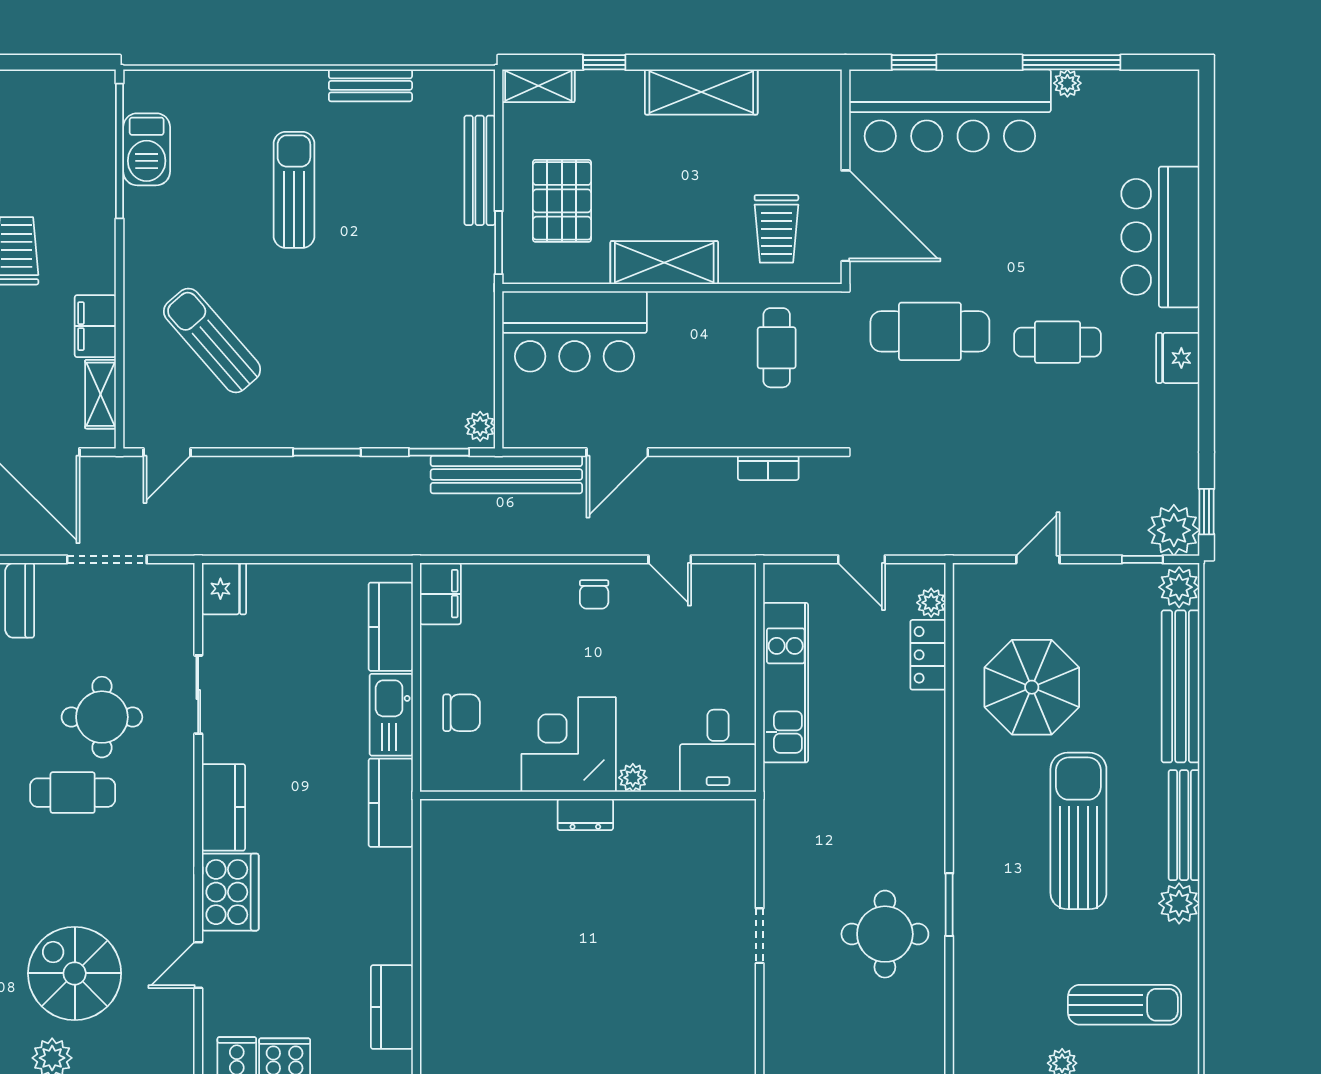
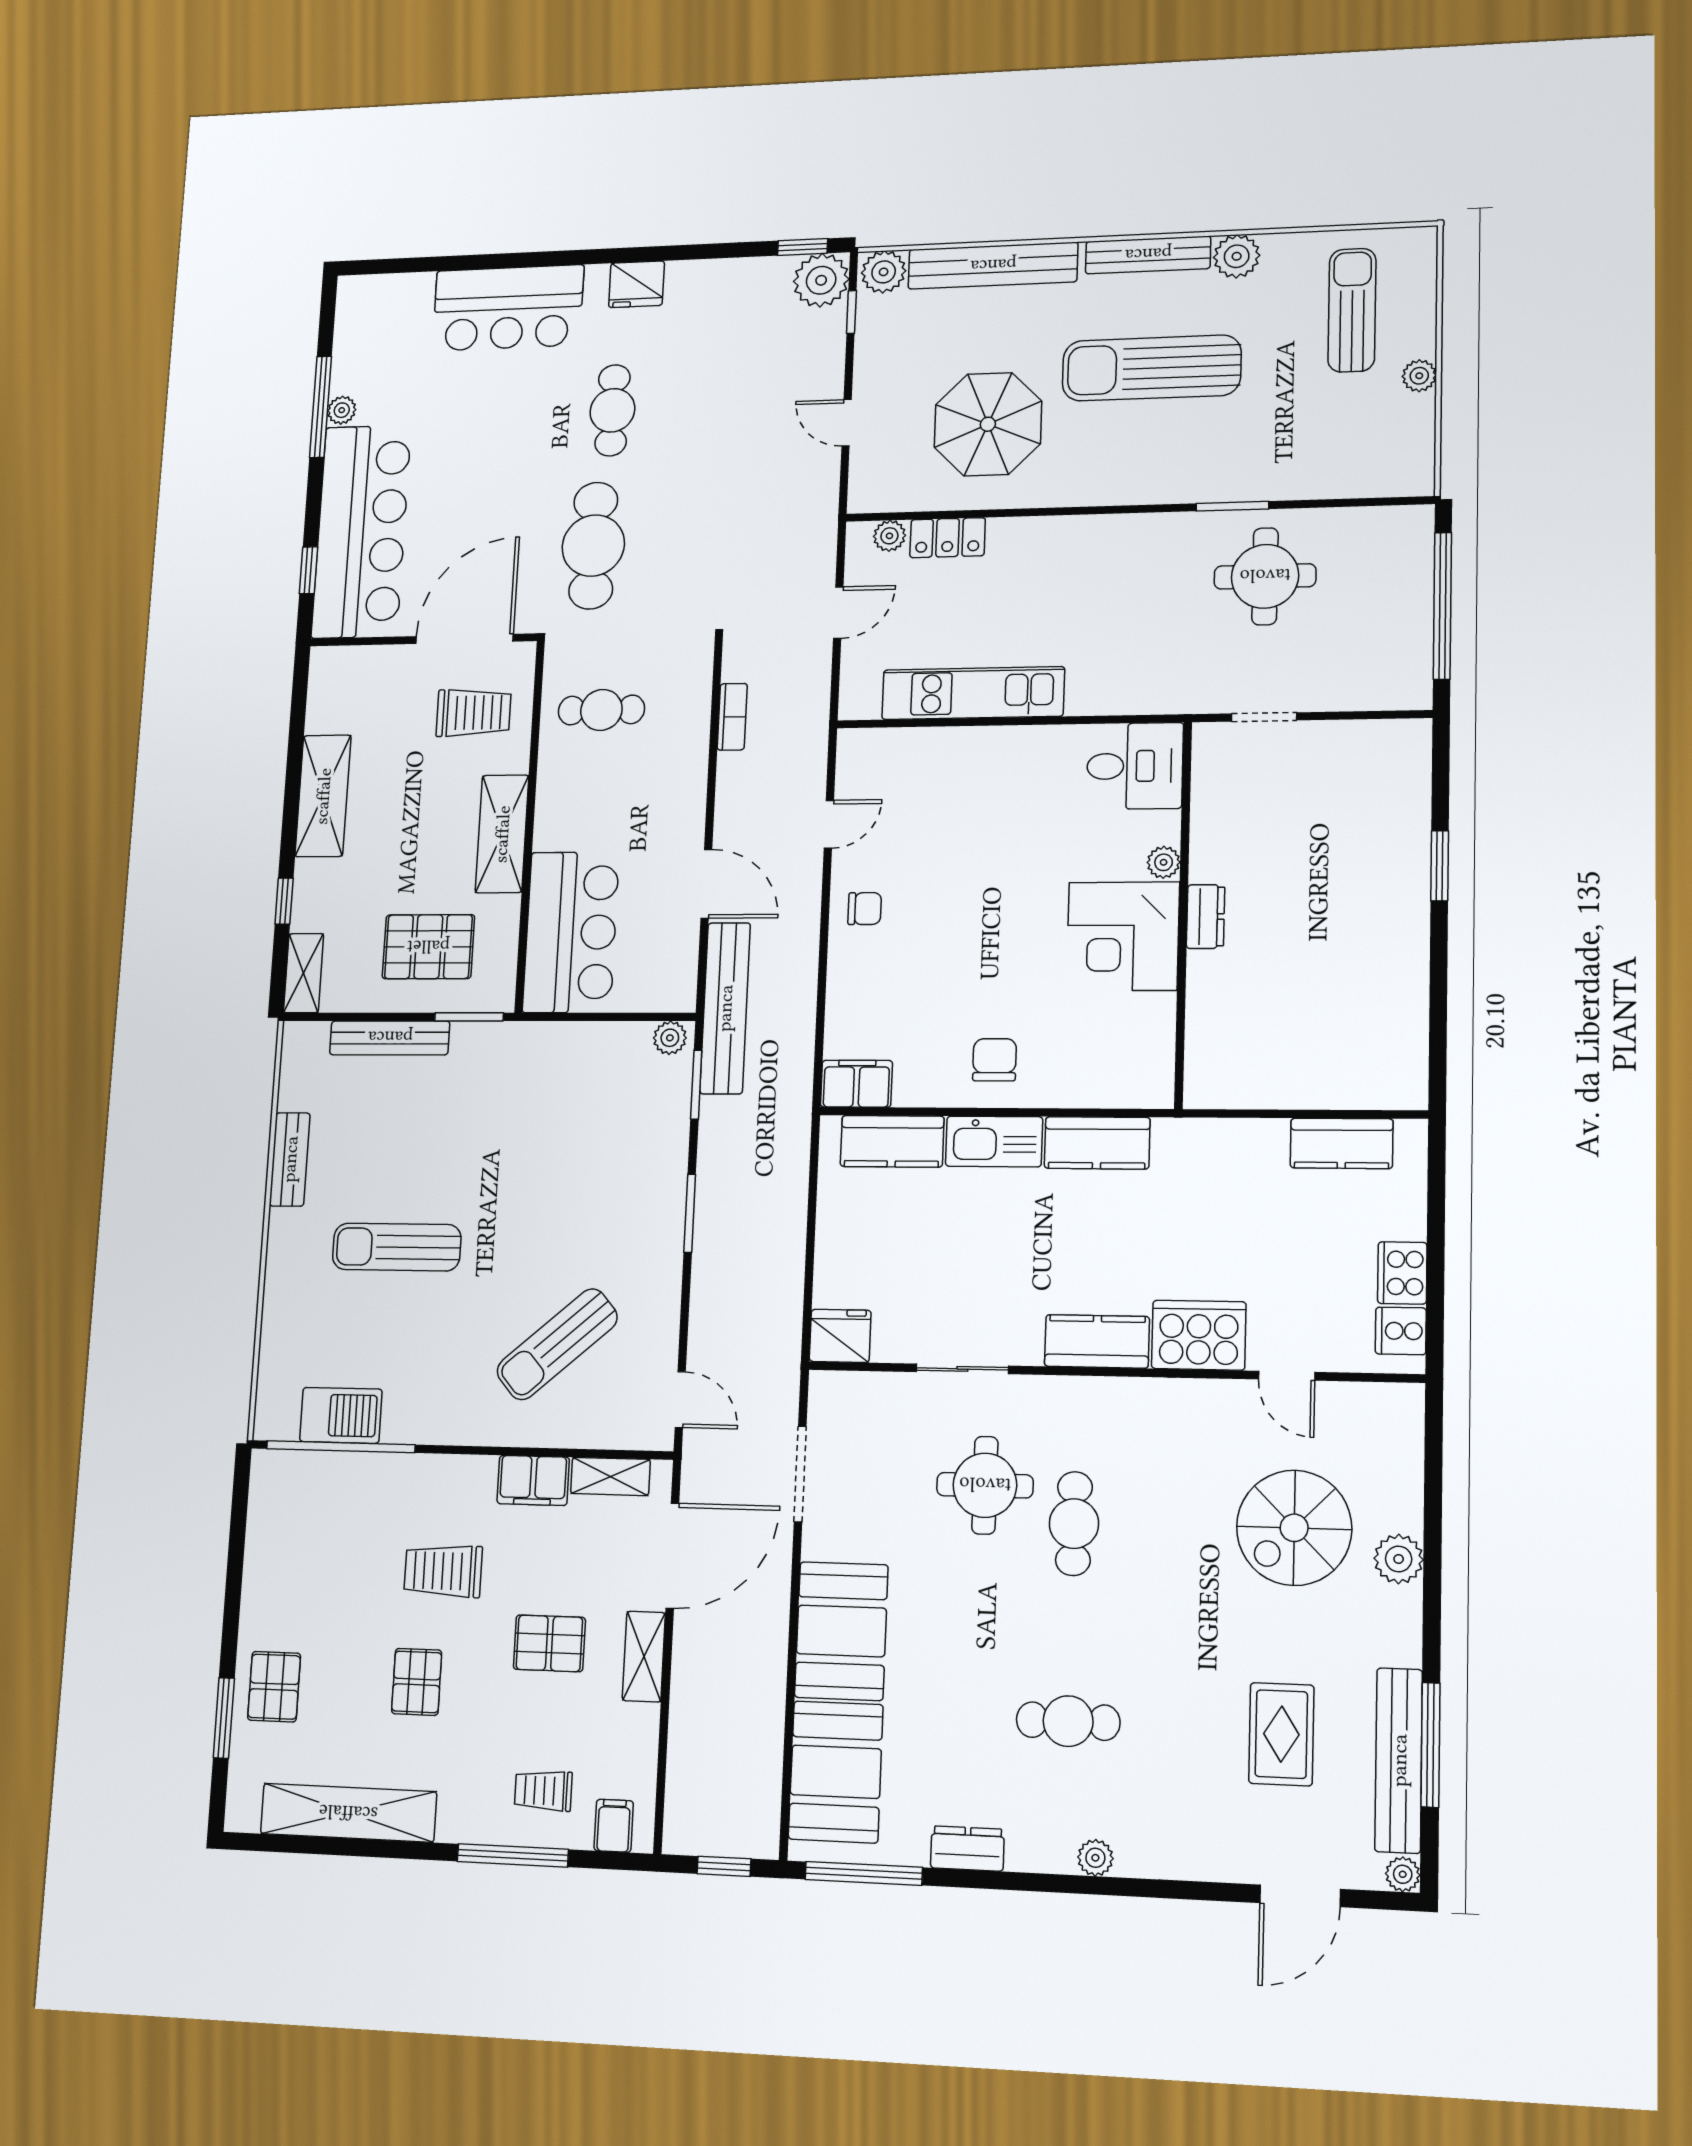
corner desk: (569, 745) -> (1123, 936), moved
desk: (718, 751) -> (1135, 766), moved
plant: (633, 778) -> (1164, 862), moved
wall: (588, 795) -> (1183, 914), moved
dresser: (585, 815) -> (1206, 917), moved

